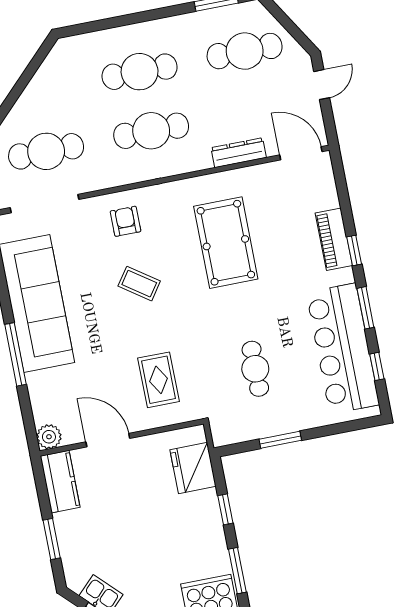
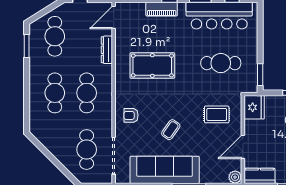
coffee table: (139, 284) -> (171, 130), moved
cafe table: (255, 369) -> (221, 63), width x1.37, depth x1.35
window: (280, 440) -> (260, 75), moved
fridge: (193, 468) -> (254, 107), moved, turned -90

